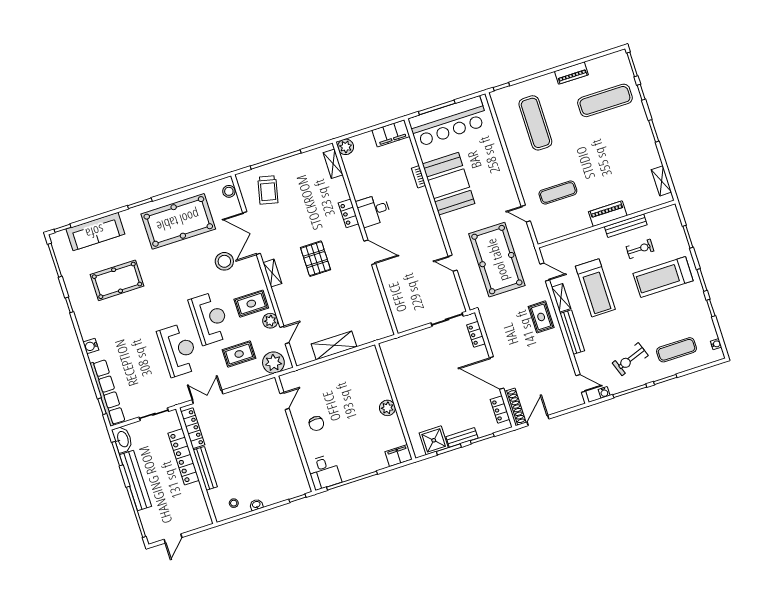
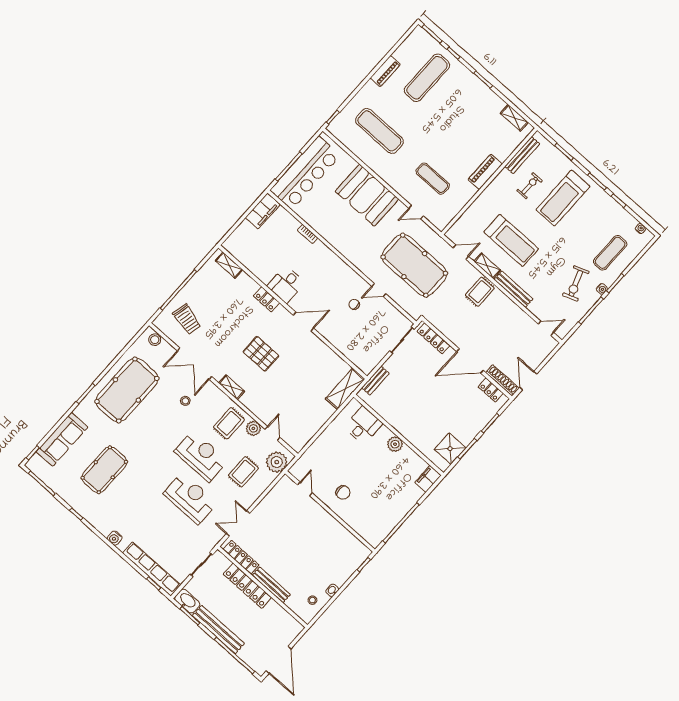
plant: (346, 147) -> (231, 245), removed
booth: (449, 184) -> (367, 195), moved
exercise mat: (558, 192) -> (433, 179), turned 90
bench: (626, 226) -> (522, 155), moved
stool: (224, 261) -> (185, 401), width x0.53, depth x0.53
chair: (423, 263) -> (354, 304), added
rug: (541, 317) -> (480, 292), turned 90
locker: (476, 334) -> (434, 338), width x1.53
shelving: (334, 345) -> (345, 389), moved
water cooler: (604, 392) -> (602, 289), moved
bench: (462, 437) -> (375, 381), moved
desk: (324, 472) -> (363, 425), moved, turned -90
door: (173, 538) -> (279, 660), width x1.87

